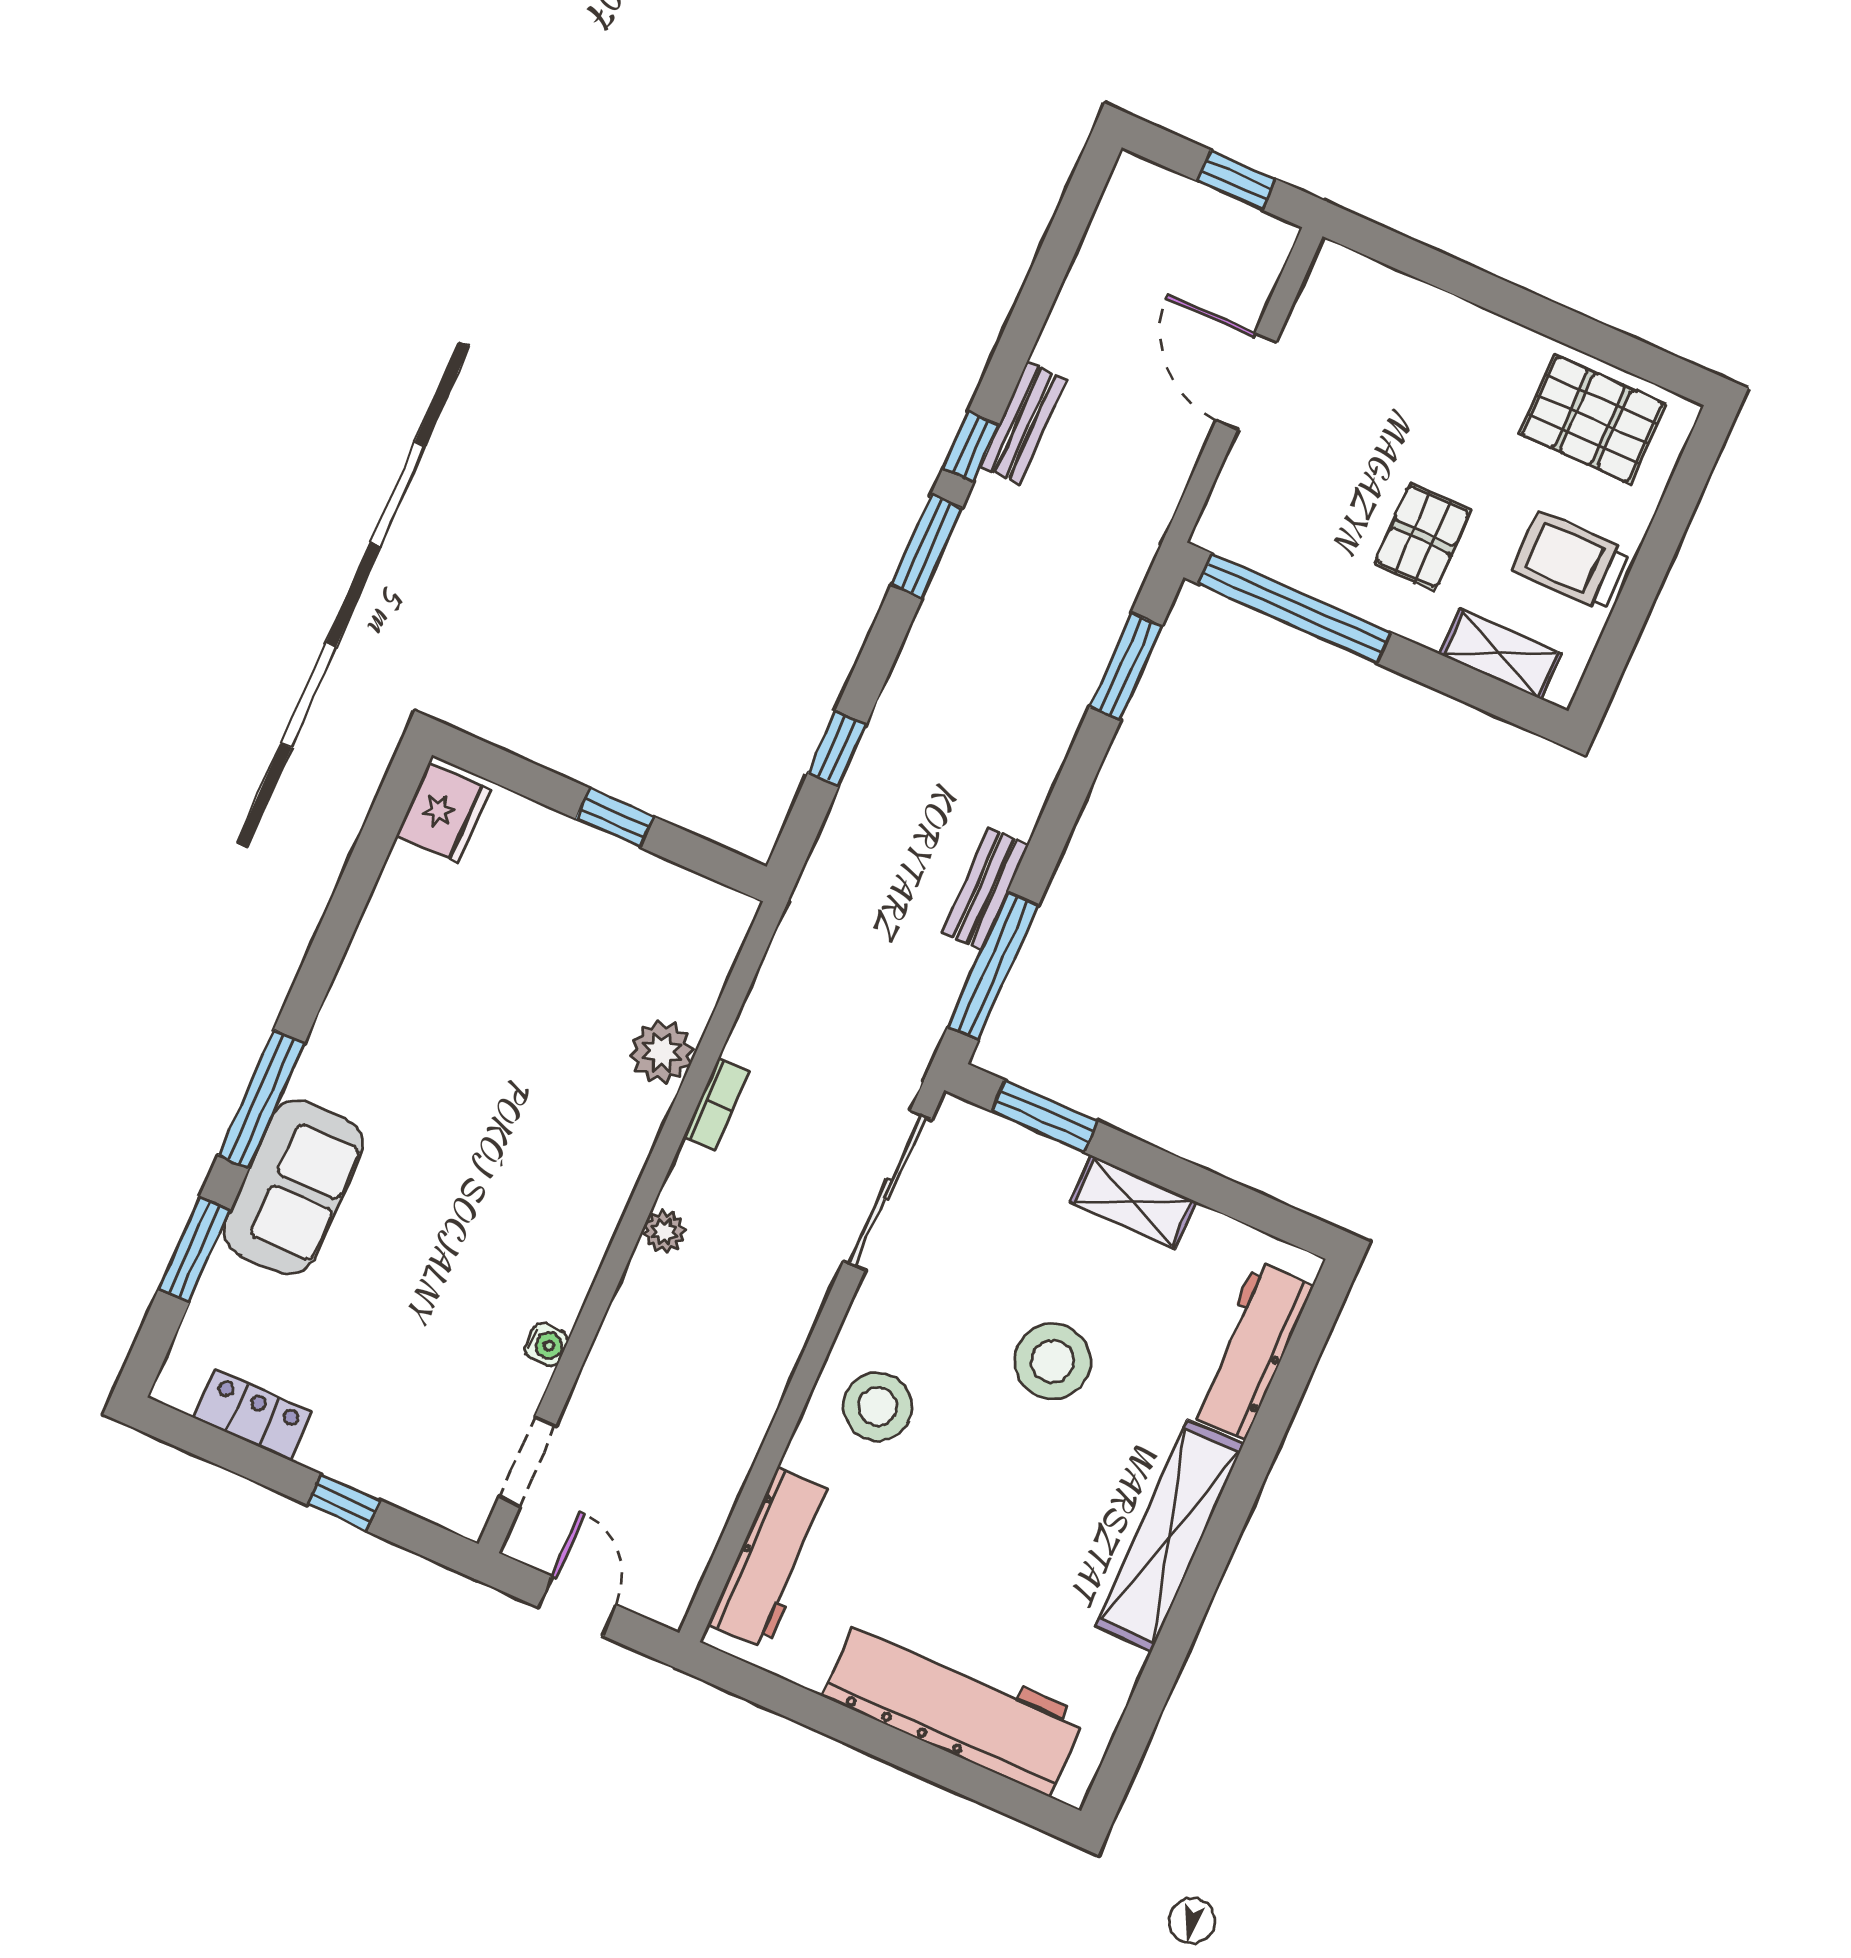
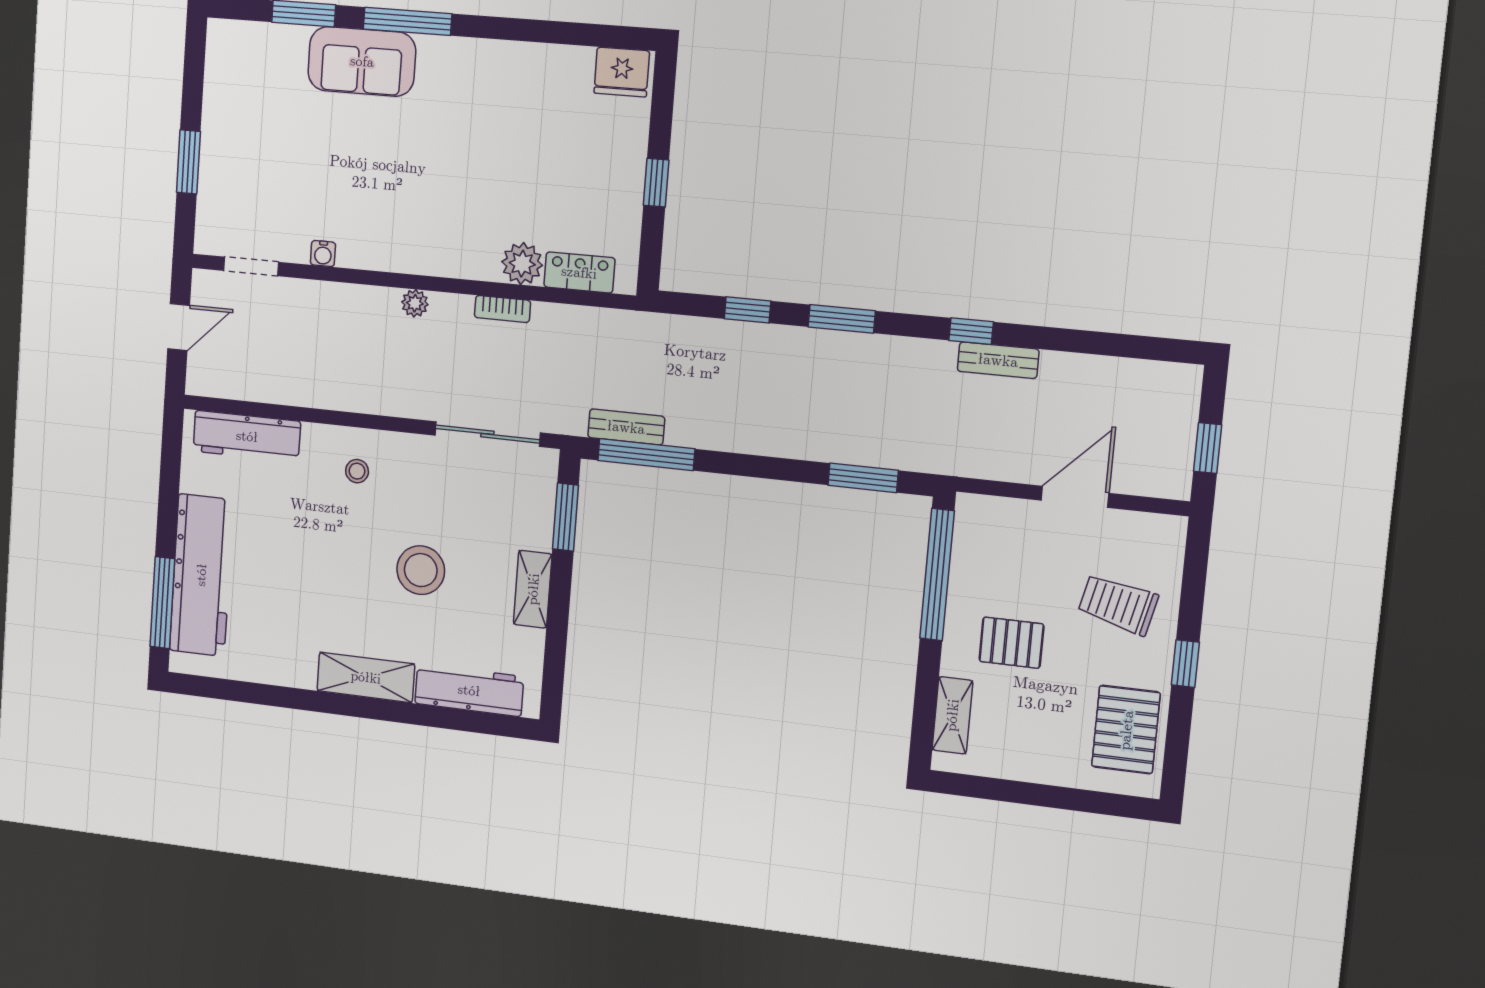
window: (1525, 308) -> (1185, 664), added
window: (927, 546) -> (842, 319), moved
trolley: (1571, 561) -> (1118, 604), moved, turned -77
bench: (985, 889) -> (626, 427), moved
stool: (878, 1407) -> (357, 471), width x0.53, depth x0.53
locker: (253, 1415) -> (579, 272), moved, turned -90
window: (343, 1502) -> (188, 162), width x1.50
shelving: (1169, 1536) -> (366, 677), width x0.68
window: (975, 1782) -> (162, 603), added

